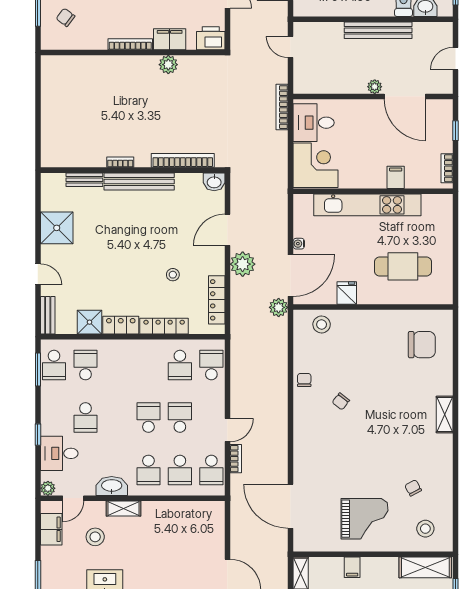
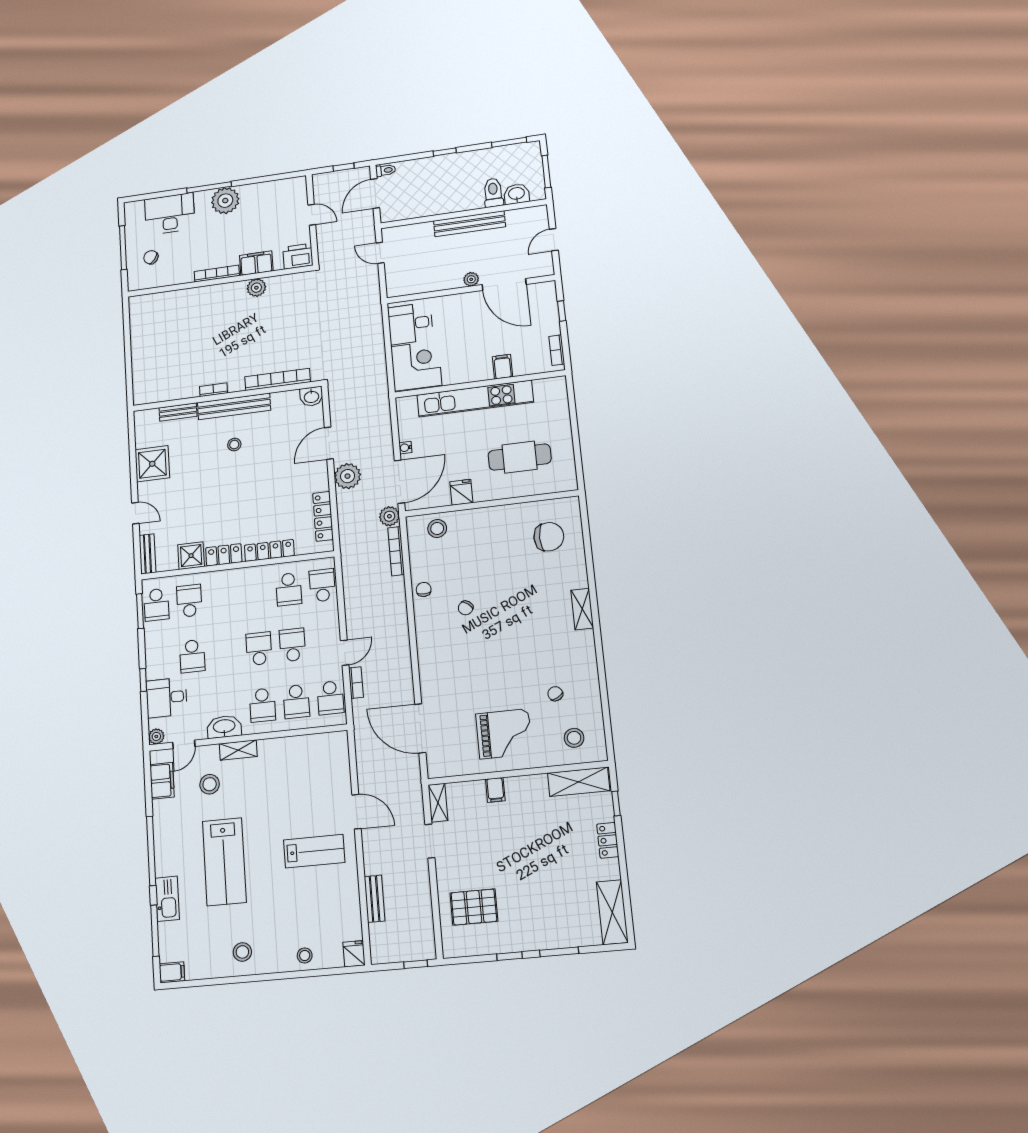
bookcase: (282, 107) -> (396, 551), moved
stool: (173, 275) -> (234, 445), moved

